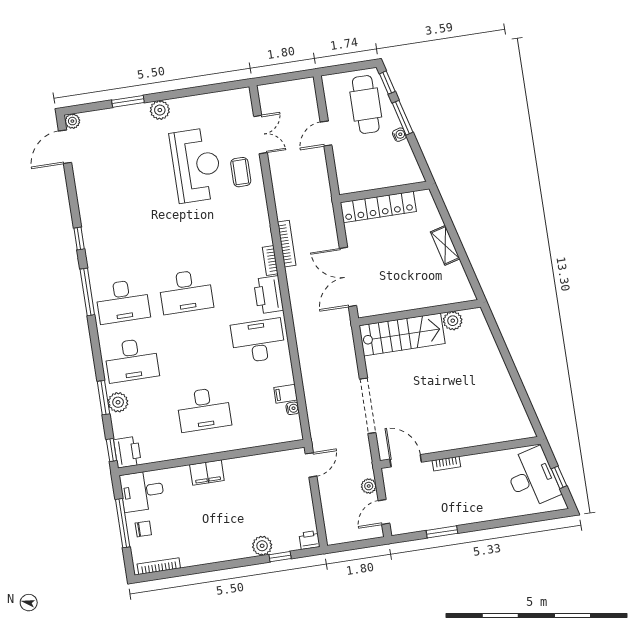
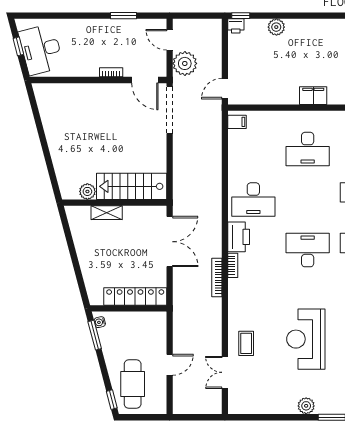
window: (403, 118) -> (95, 335), moved
water cooler: (399, 135) -> (100, 322), moved
reception desk: (196, 165) -> (306, 339), moved
shelving: (445, 245) -> (107, 213), moved, turned -75
filing cabinet: (286, 394) -> (237, 122), moved
doorway: (368, 406) -> (170, 110), moved
water cooler: (293, 408) -> (233, 138), removed
desk: (204, 409) -> (308, 149), turned 180
plant: (369, 486) -> (185, 63), width x1.88, depth x1.88
door: (384, 512) -> (170, 40), swing flipped
window: (280, 557) -> (241, 16), moved

